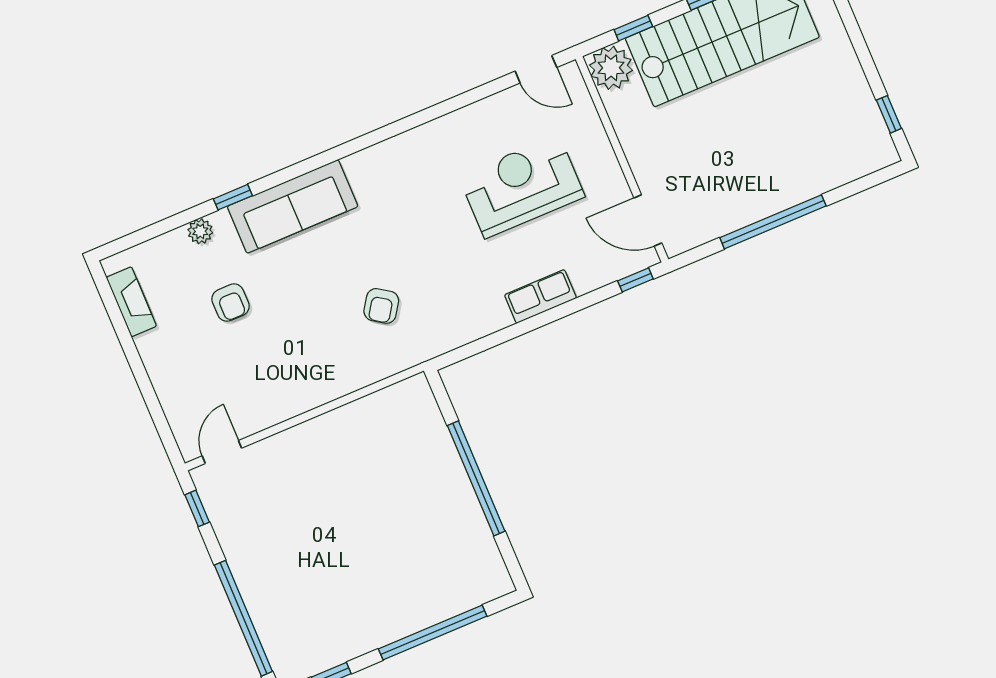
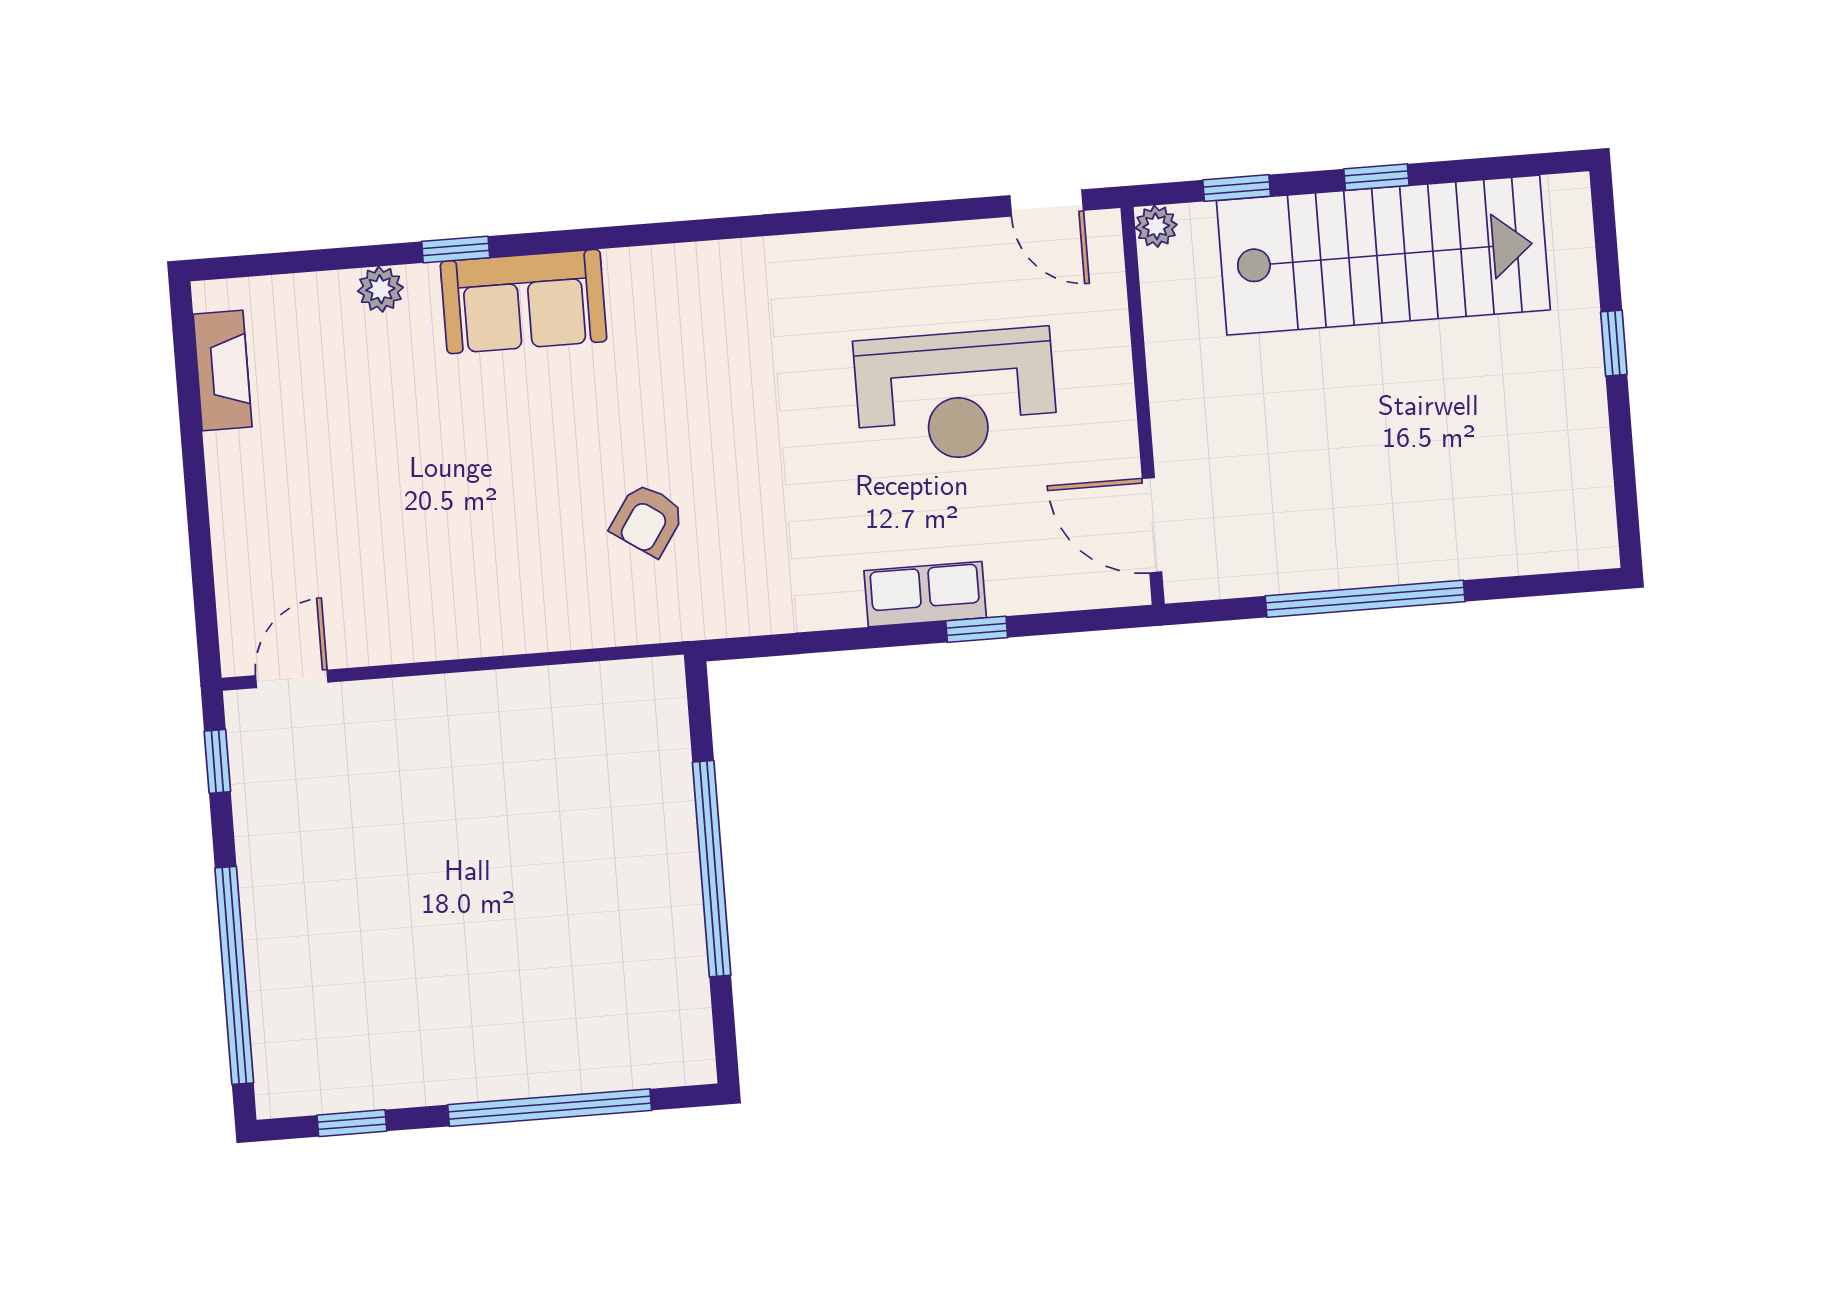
plant: (611, 68) -> (1156, 226), width x0.53, depth x0.53
window: (889, 114) -> (1614, 343), moved
reception desk: (522, 186) -> (956, 395), turned 180
sofa: (293, 206) -> (524, 301), width x0.73
window: (635, 280) -> (977, 629), moved
armchair: (230, 303) -> (392, 428), removed

